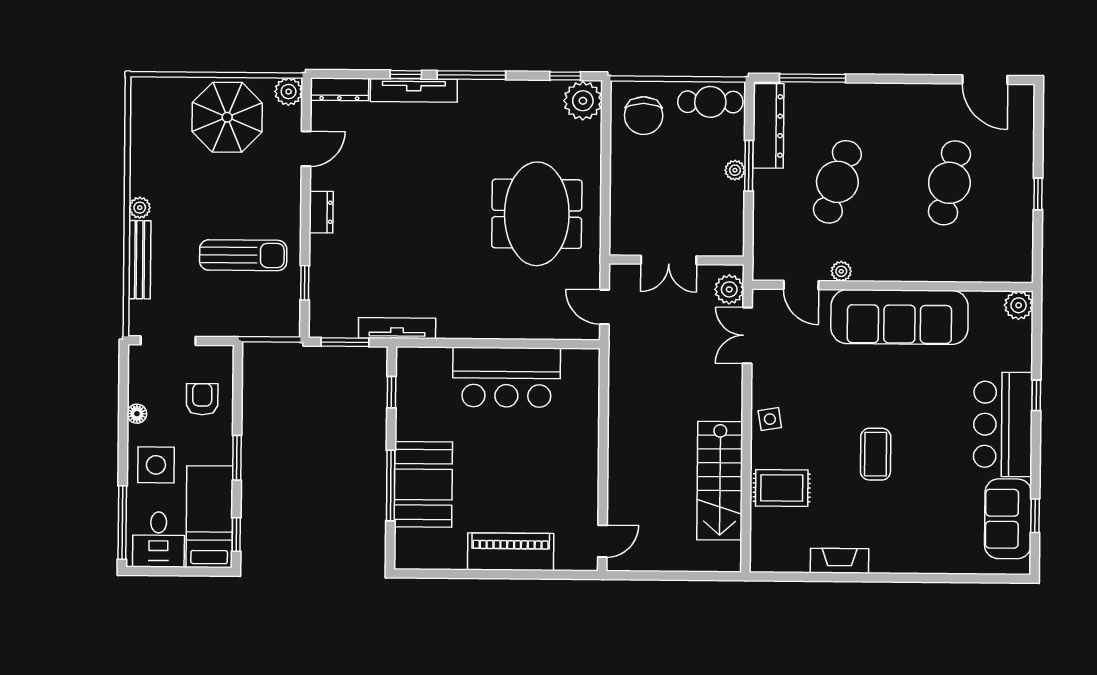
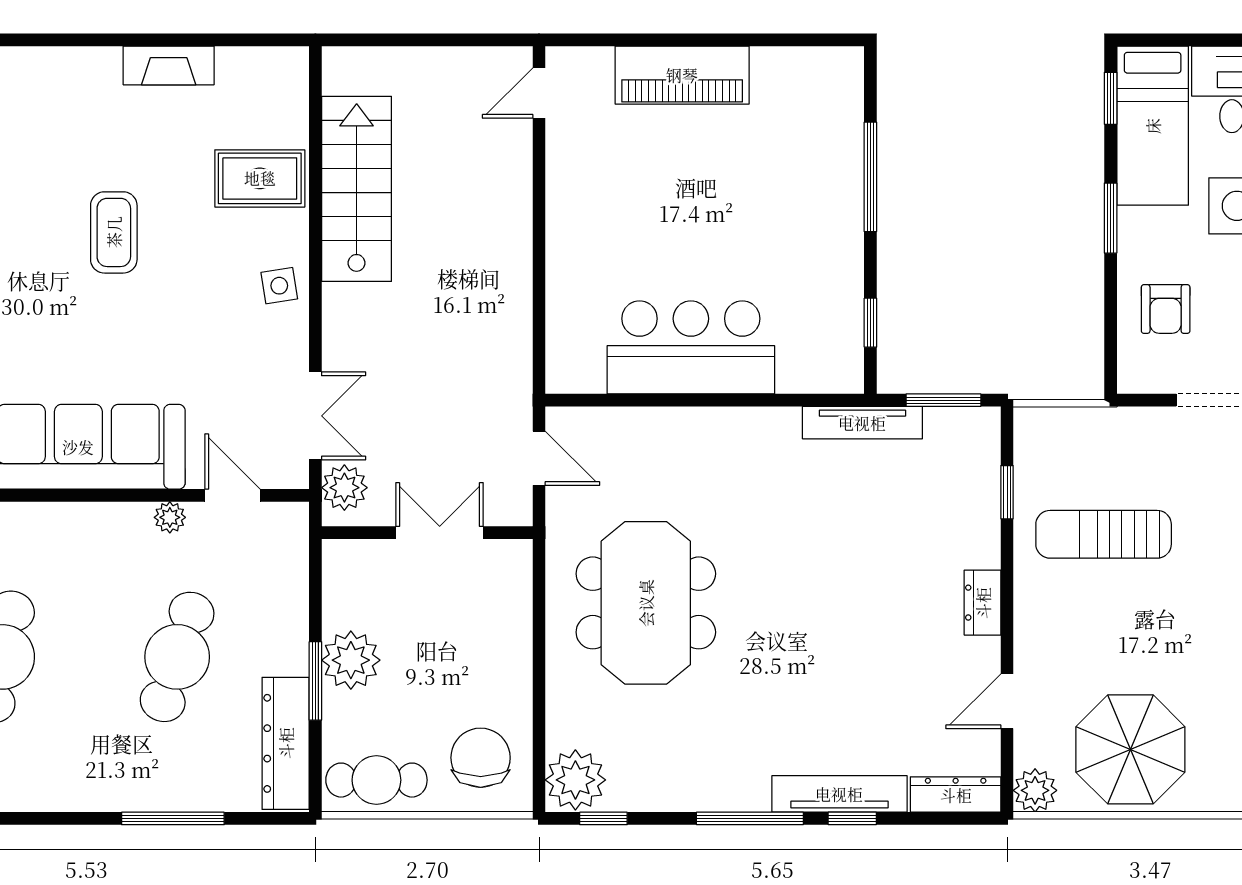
window: (813, 78) -> (173, 818), moved
plant: (735, 170) -> (351, 660), width x1.87, depth x1.87
booth: (423, 484) -> (819, 179), removed

